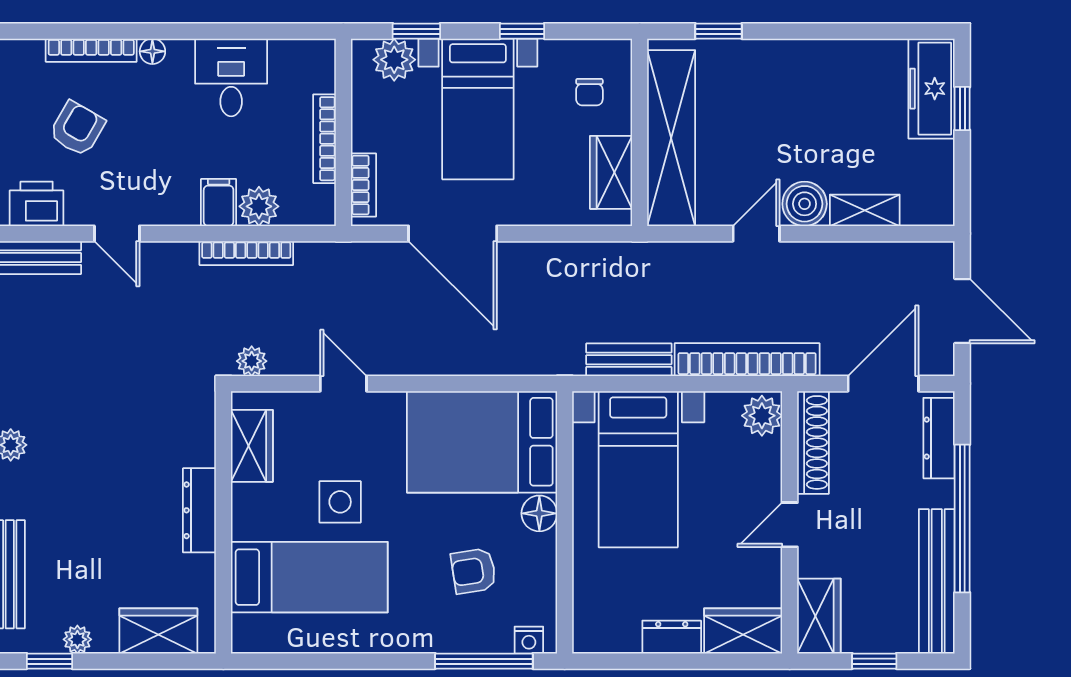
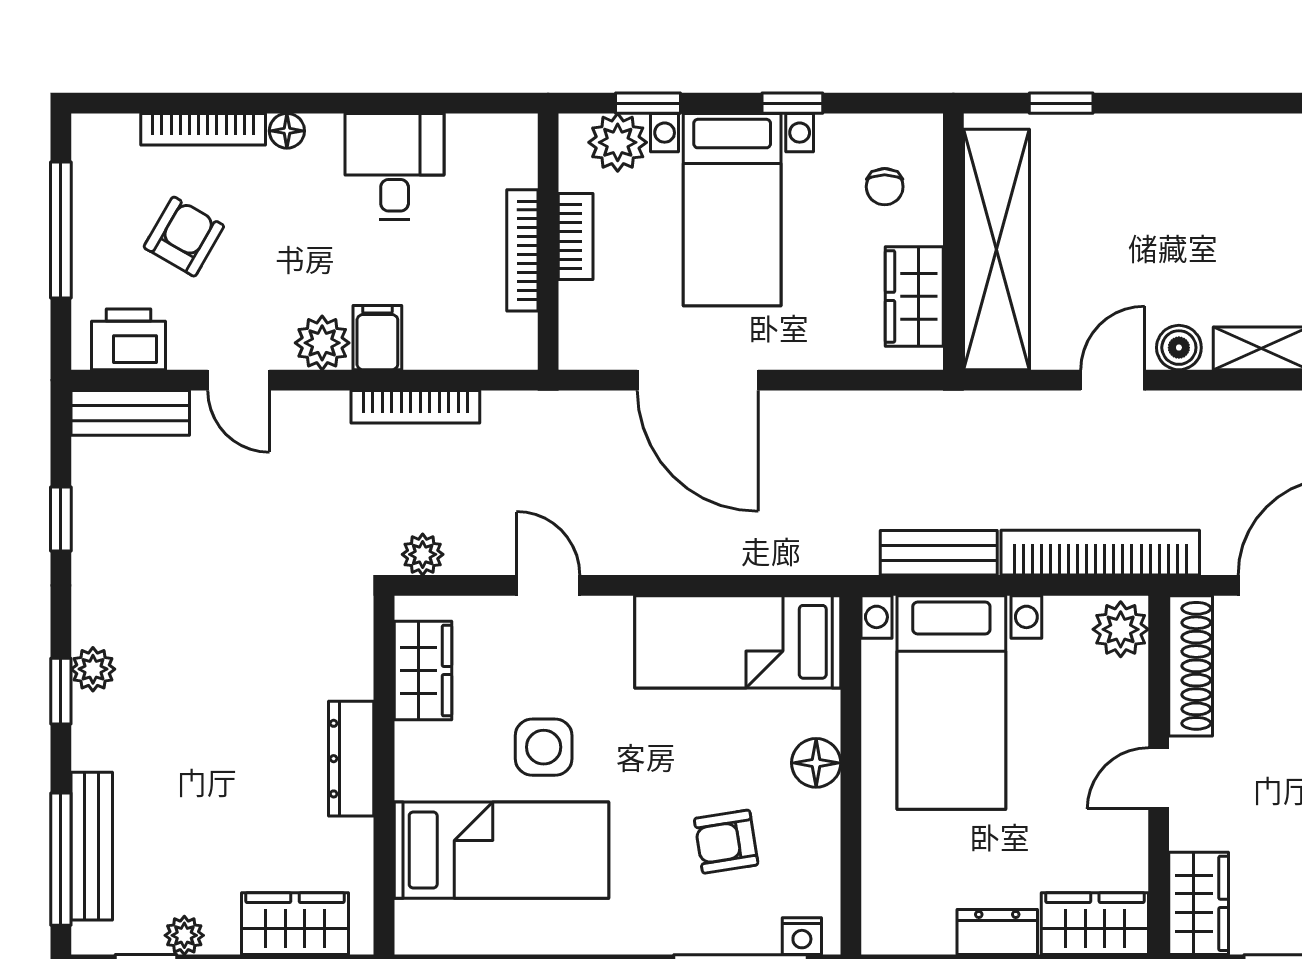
bookcase: (364, 185) -> (576, 237), moved
boiler: (805, 204) -> (1179, 348), width x0.73, depth x0.73
plant: (259, 206) -> (322, 343), moved
bed: (482, 442) -> (738, 642), width x0.67

